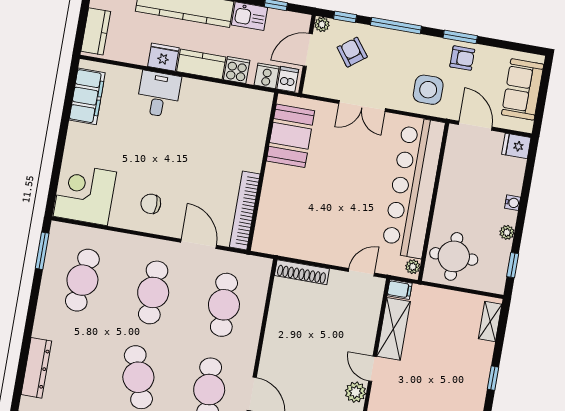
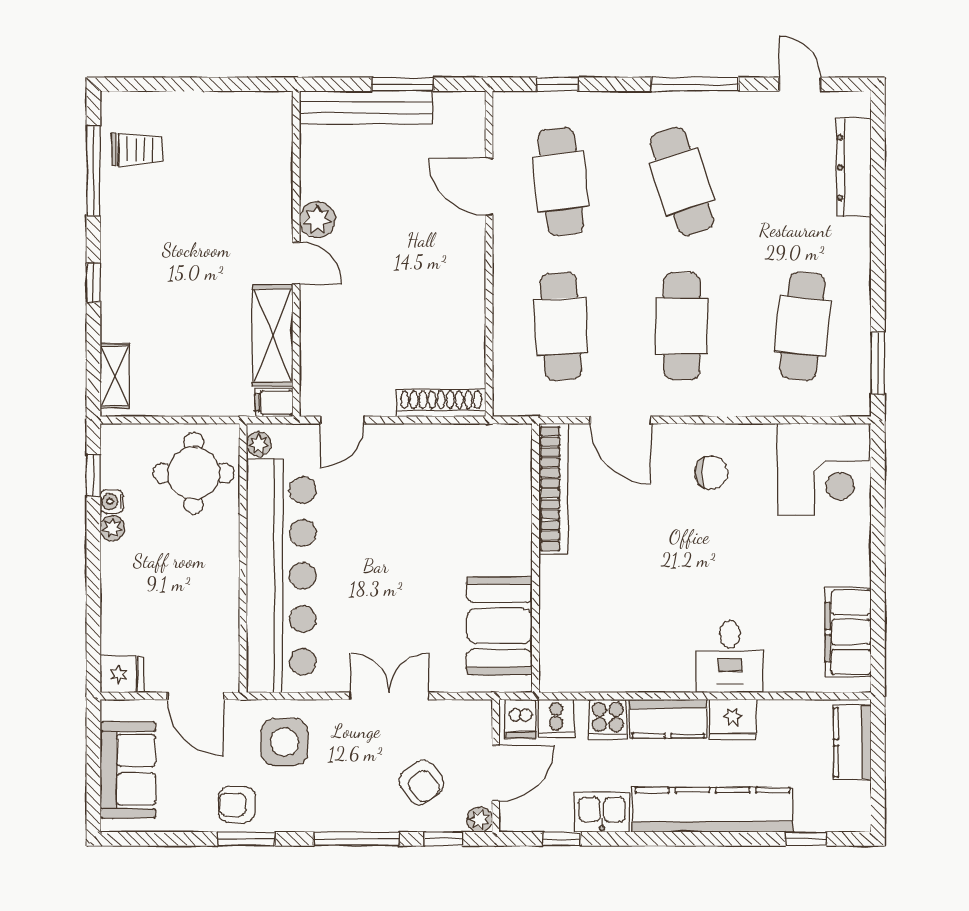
water cooler: (513, 203) -> (112, 501), moved

